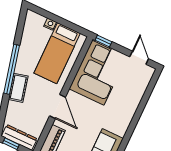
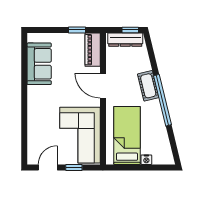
window: (103, 41) -> (74, 167), moved
door: (139, 58) -> (48, 167), swing flipped

